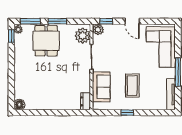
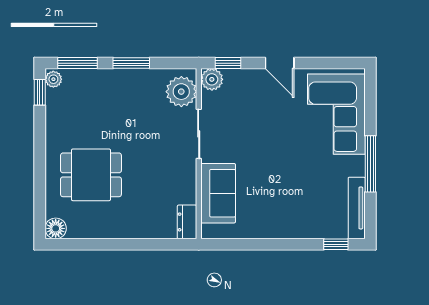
dining table: (46, 41) -> (91, 175), moved, turned 90
coffee table: (132, 86) -> (280, 191), removed
window: (127, 113) -> (336, 244), moved

